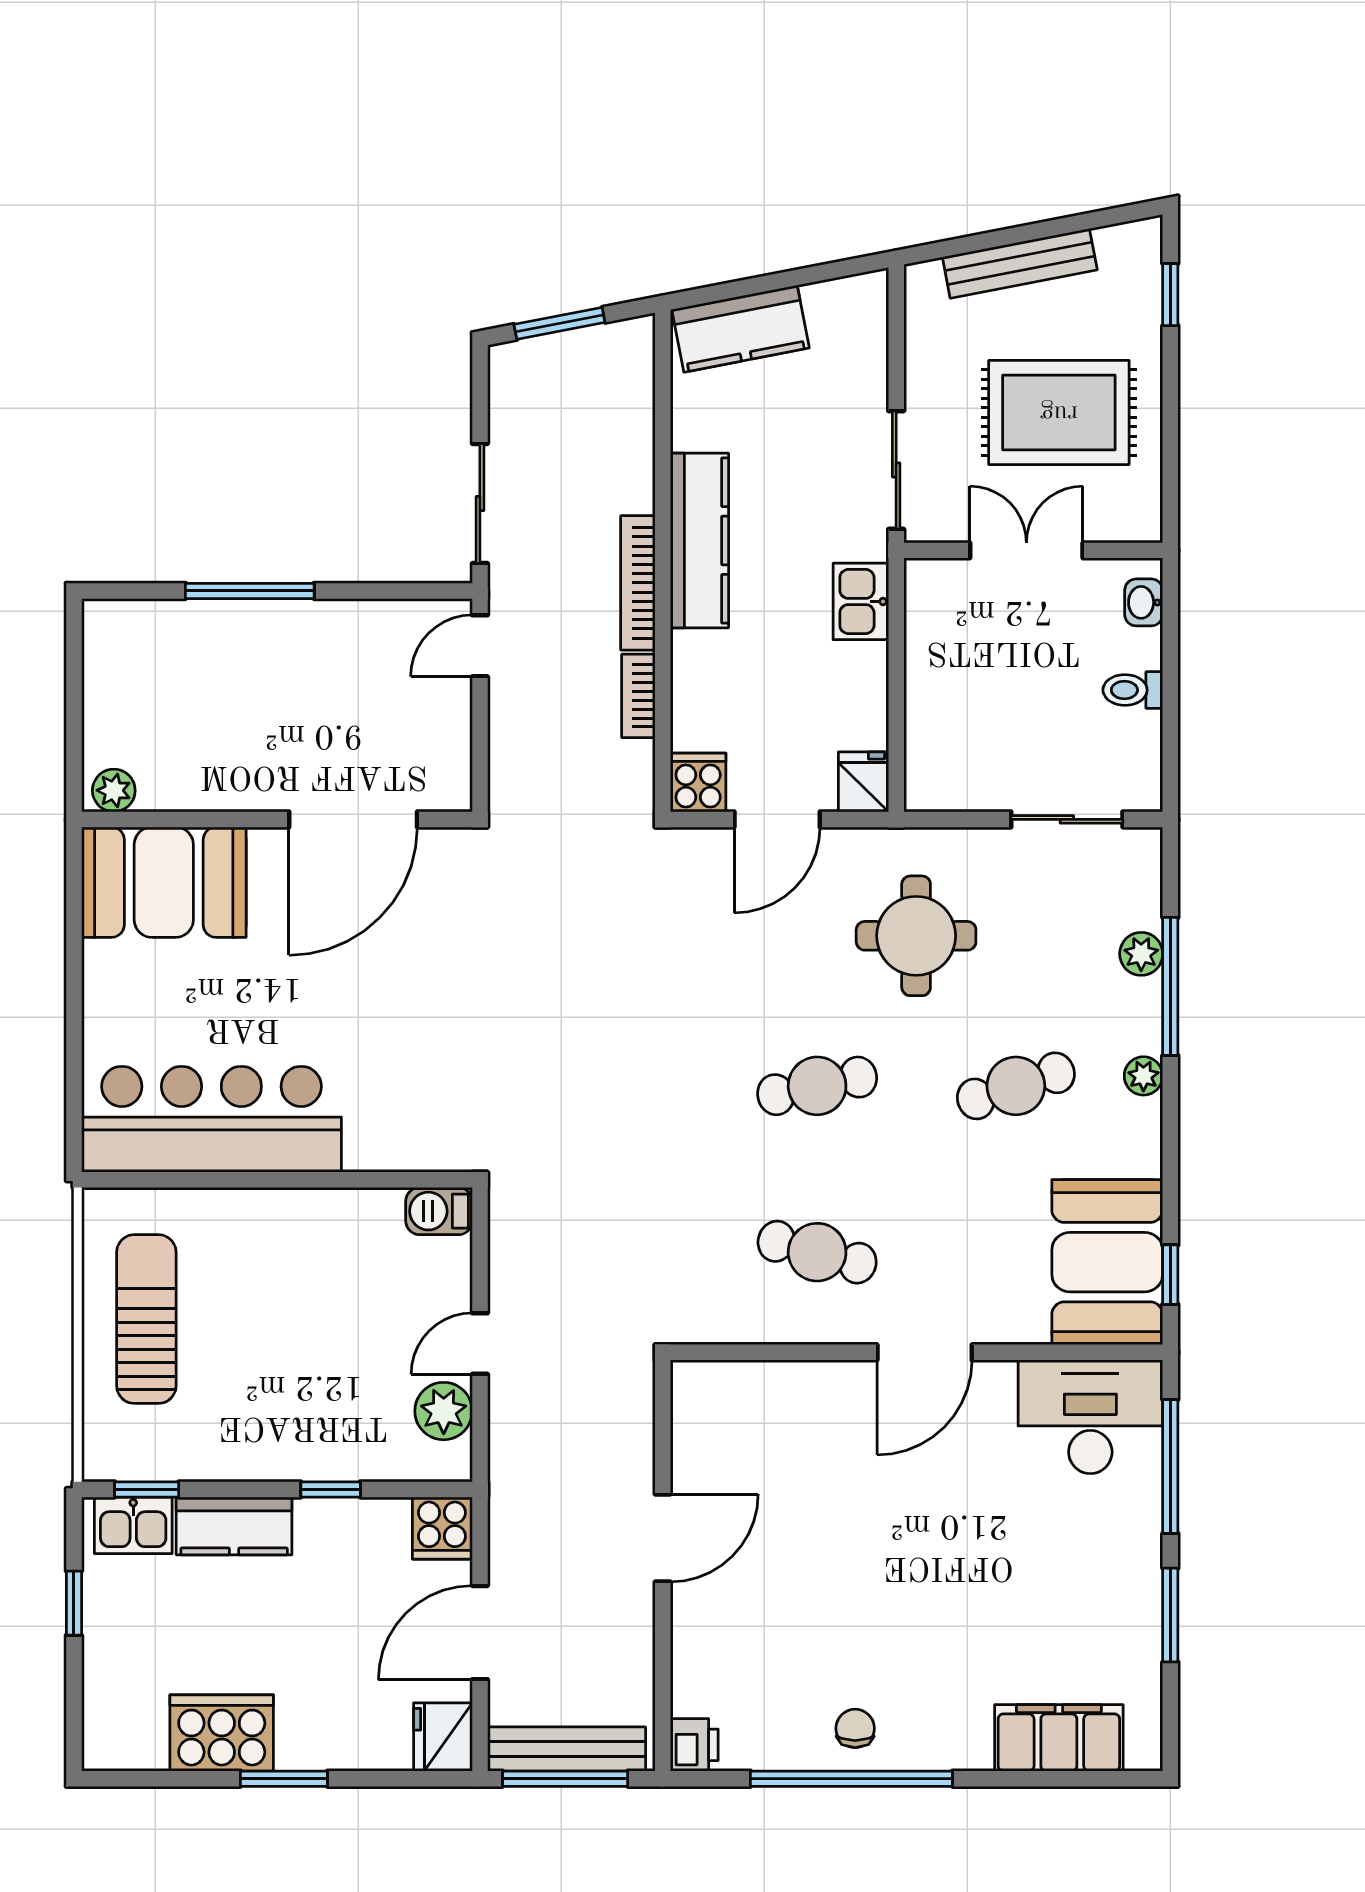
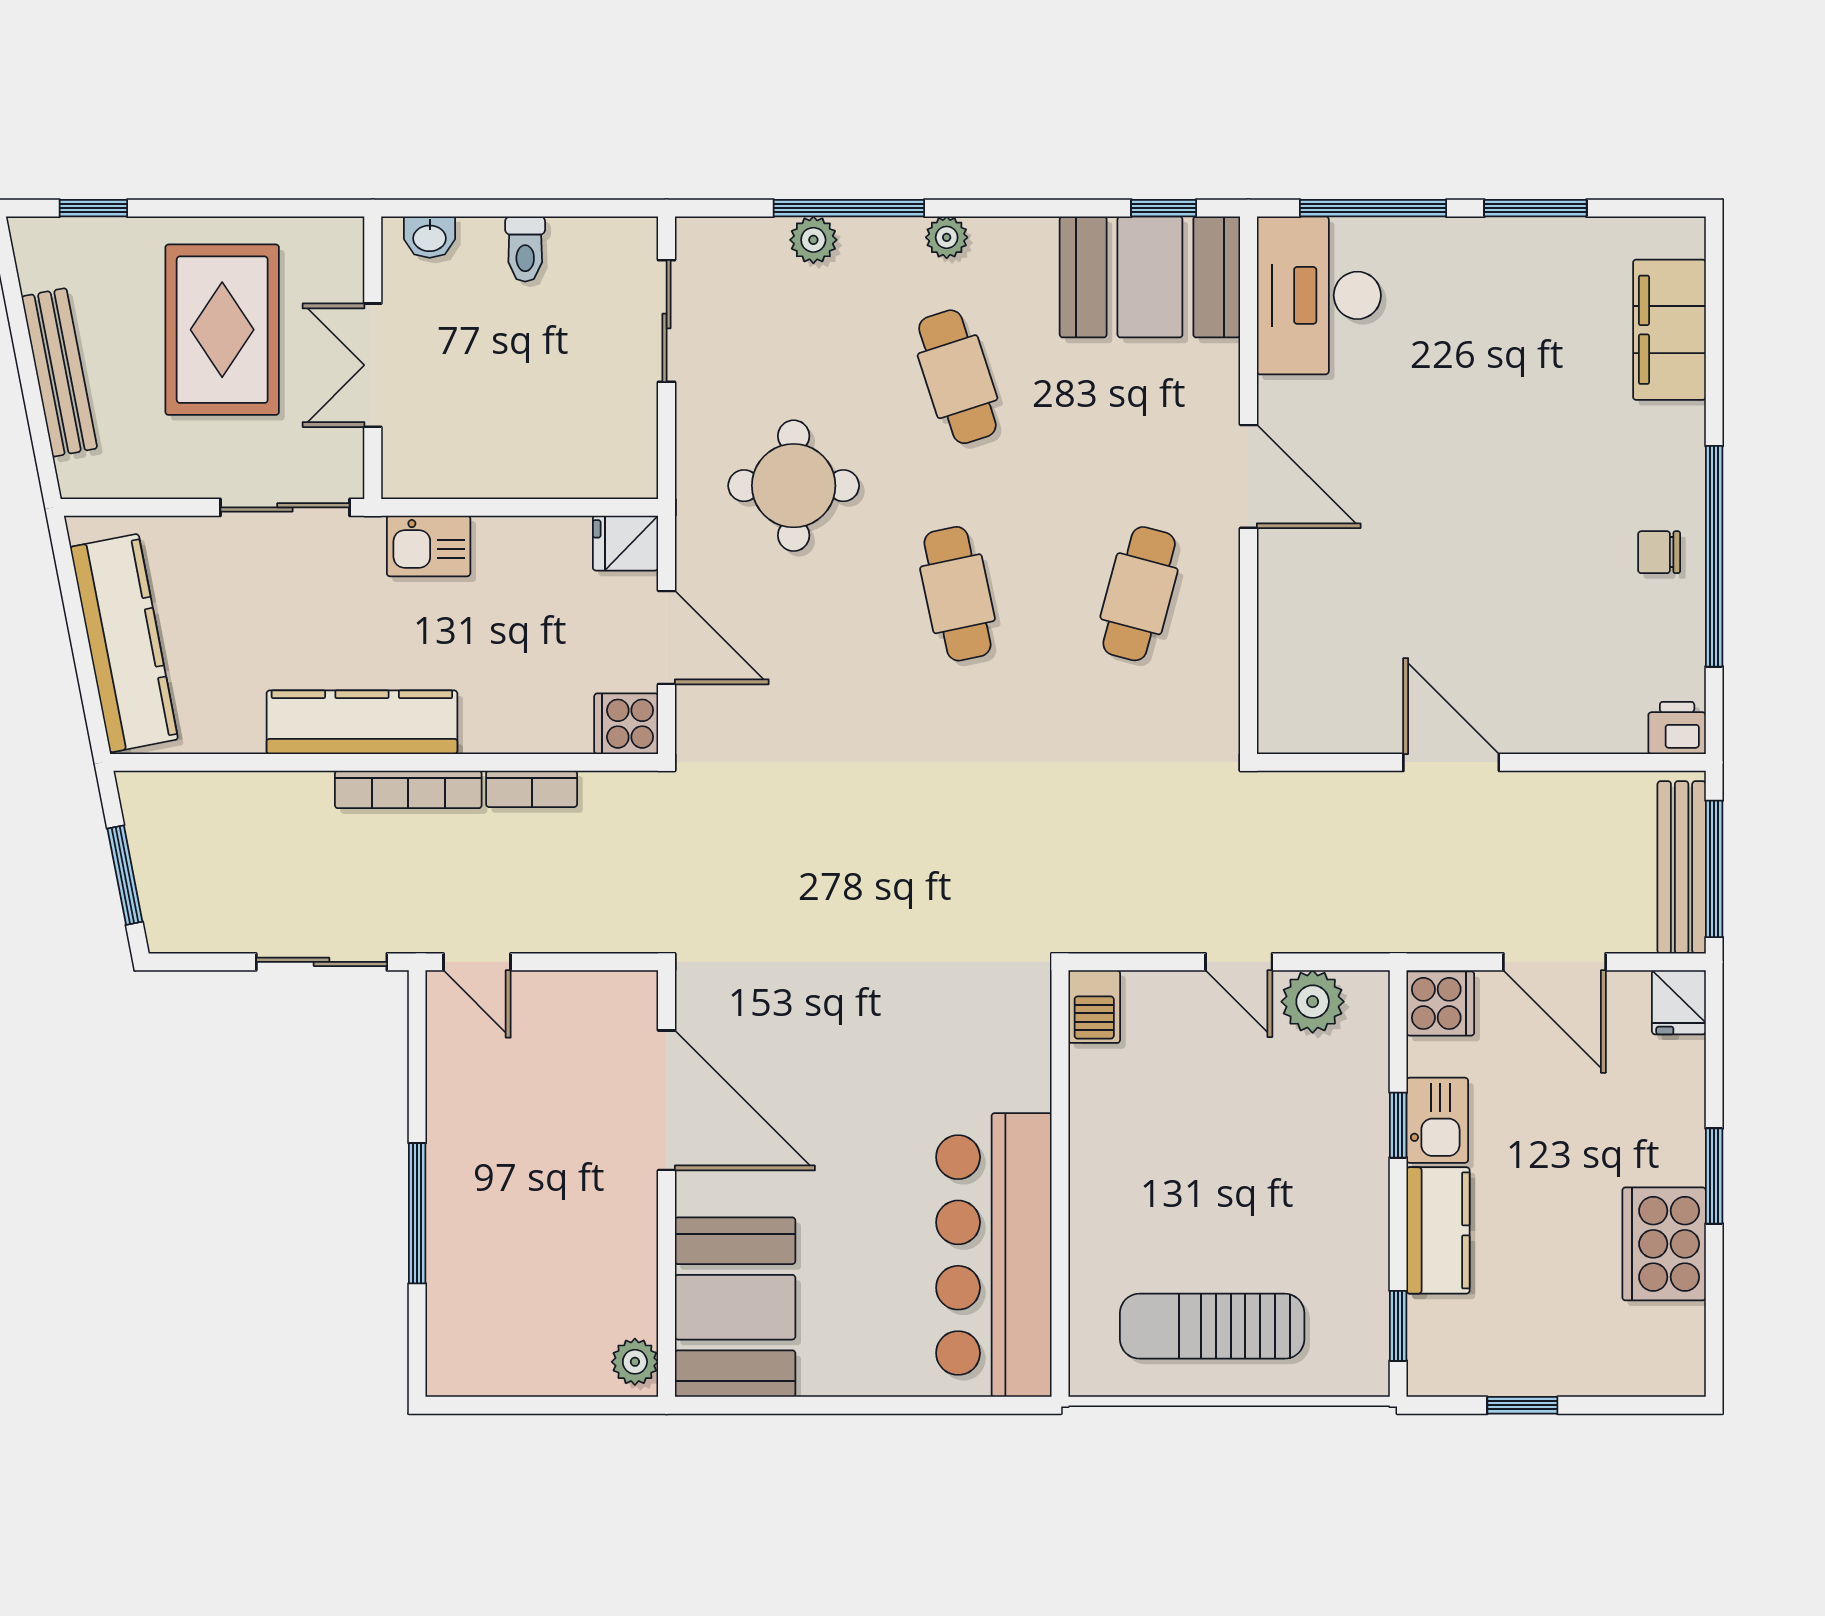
kitchen counter: (740, 329) -> (124, 643), width x1.50
kitchen sink: (133, 1525) -> (1437, 1120), moved
fridge: (443, 1737) -> (1679, 1002), width x0.72

